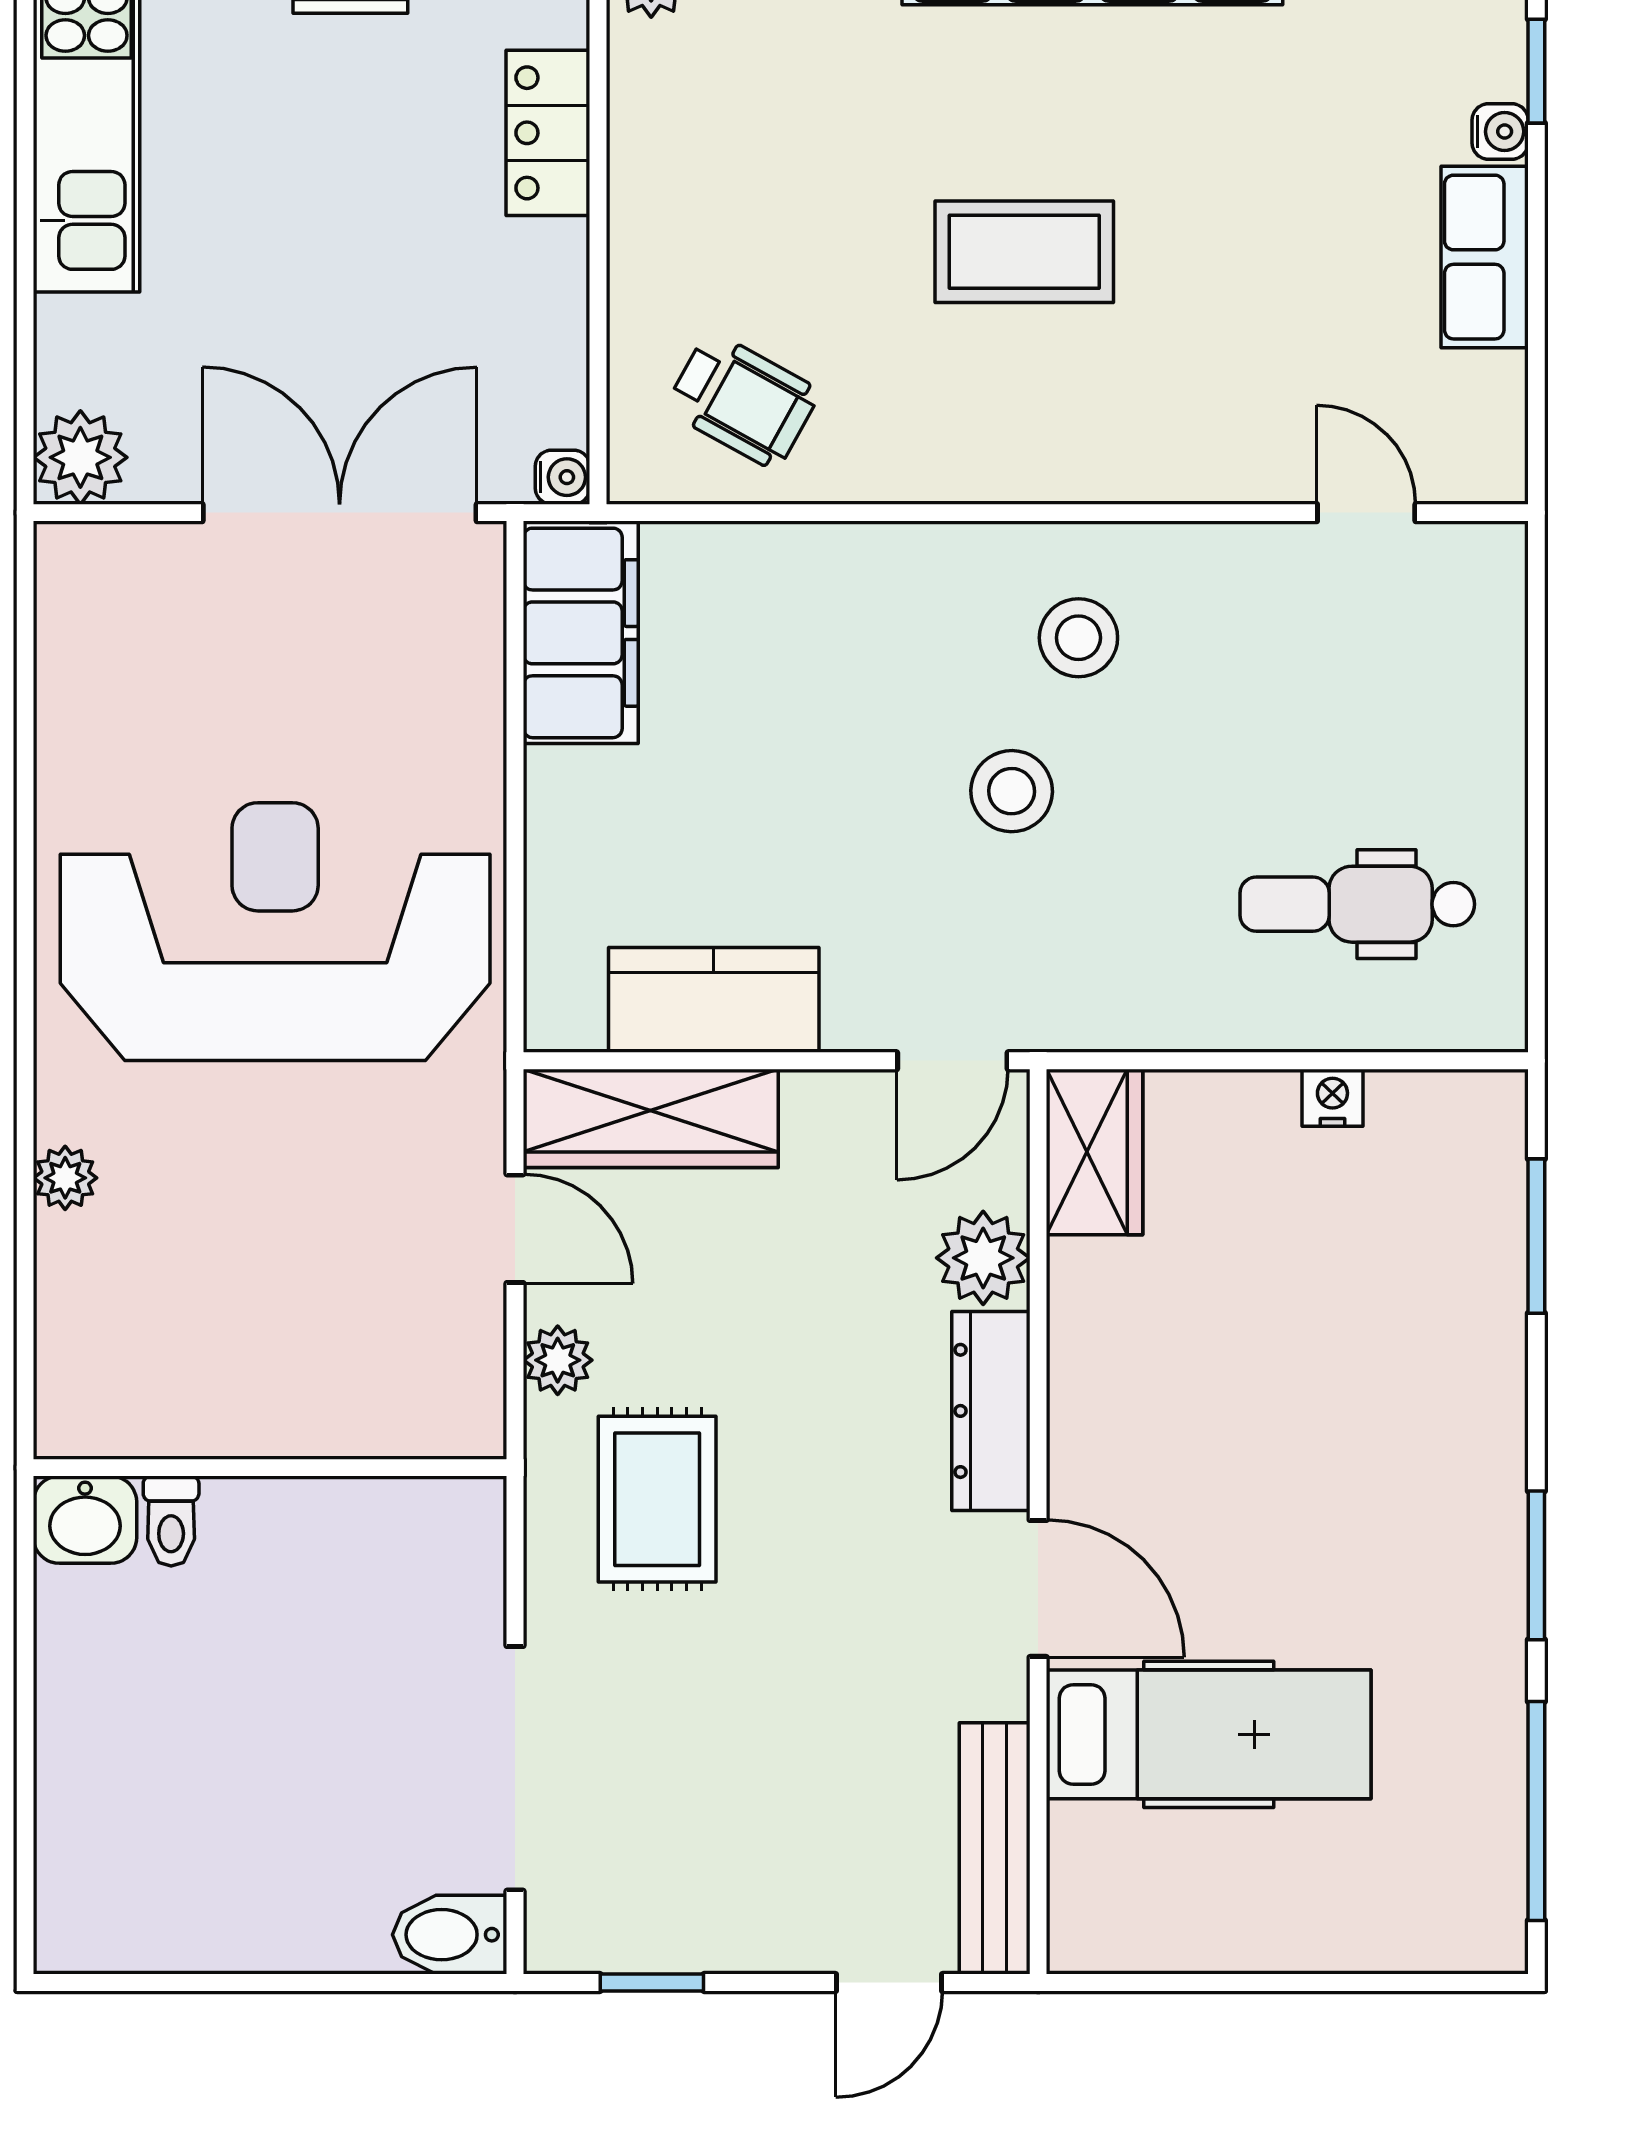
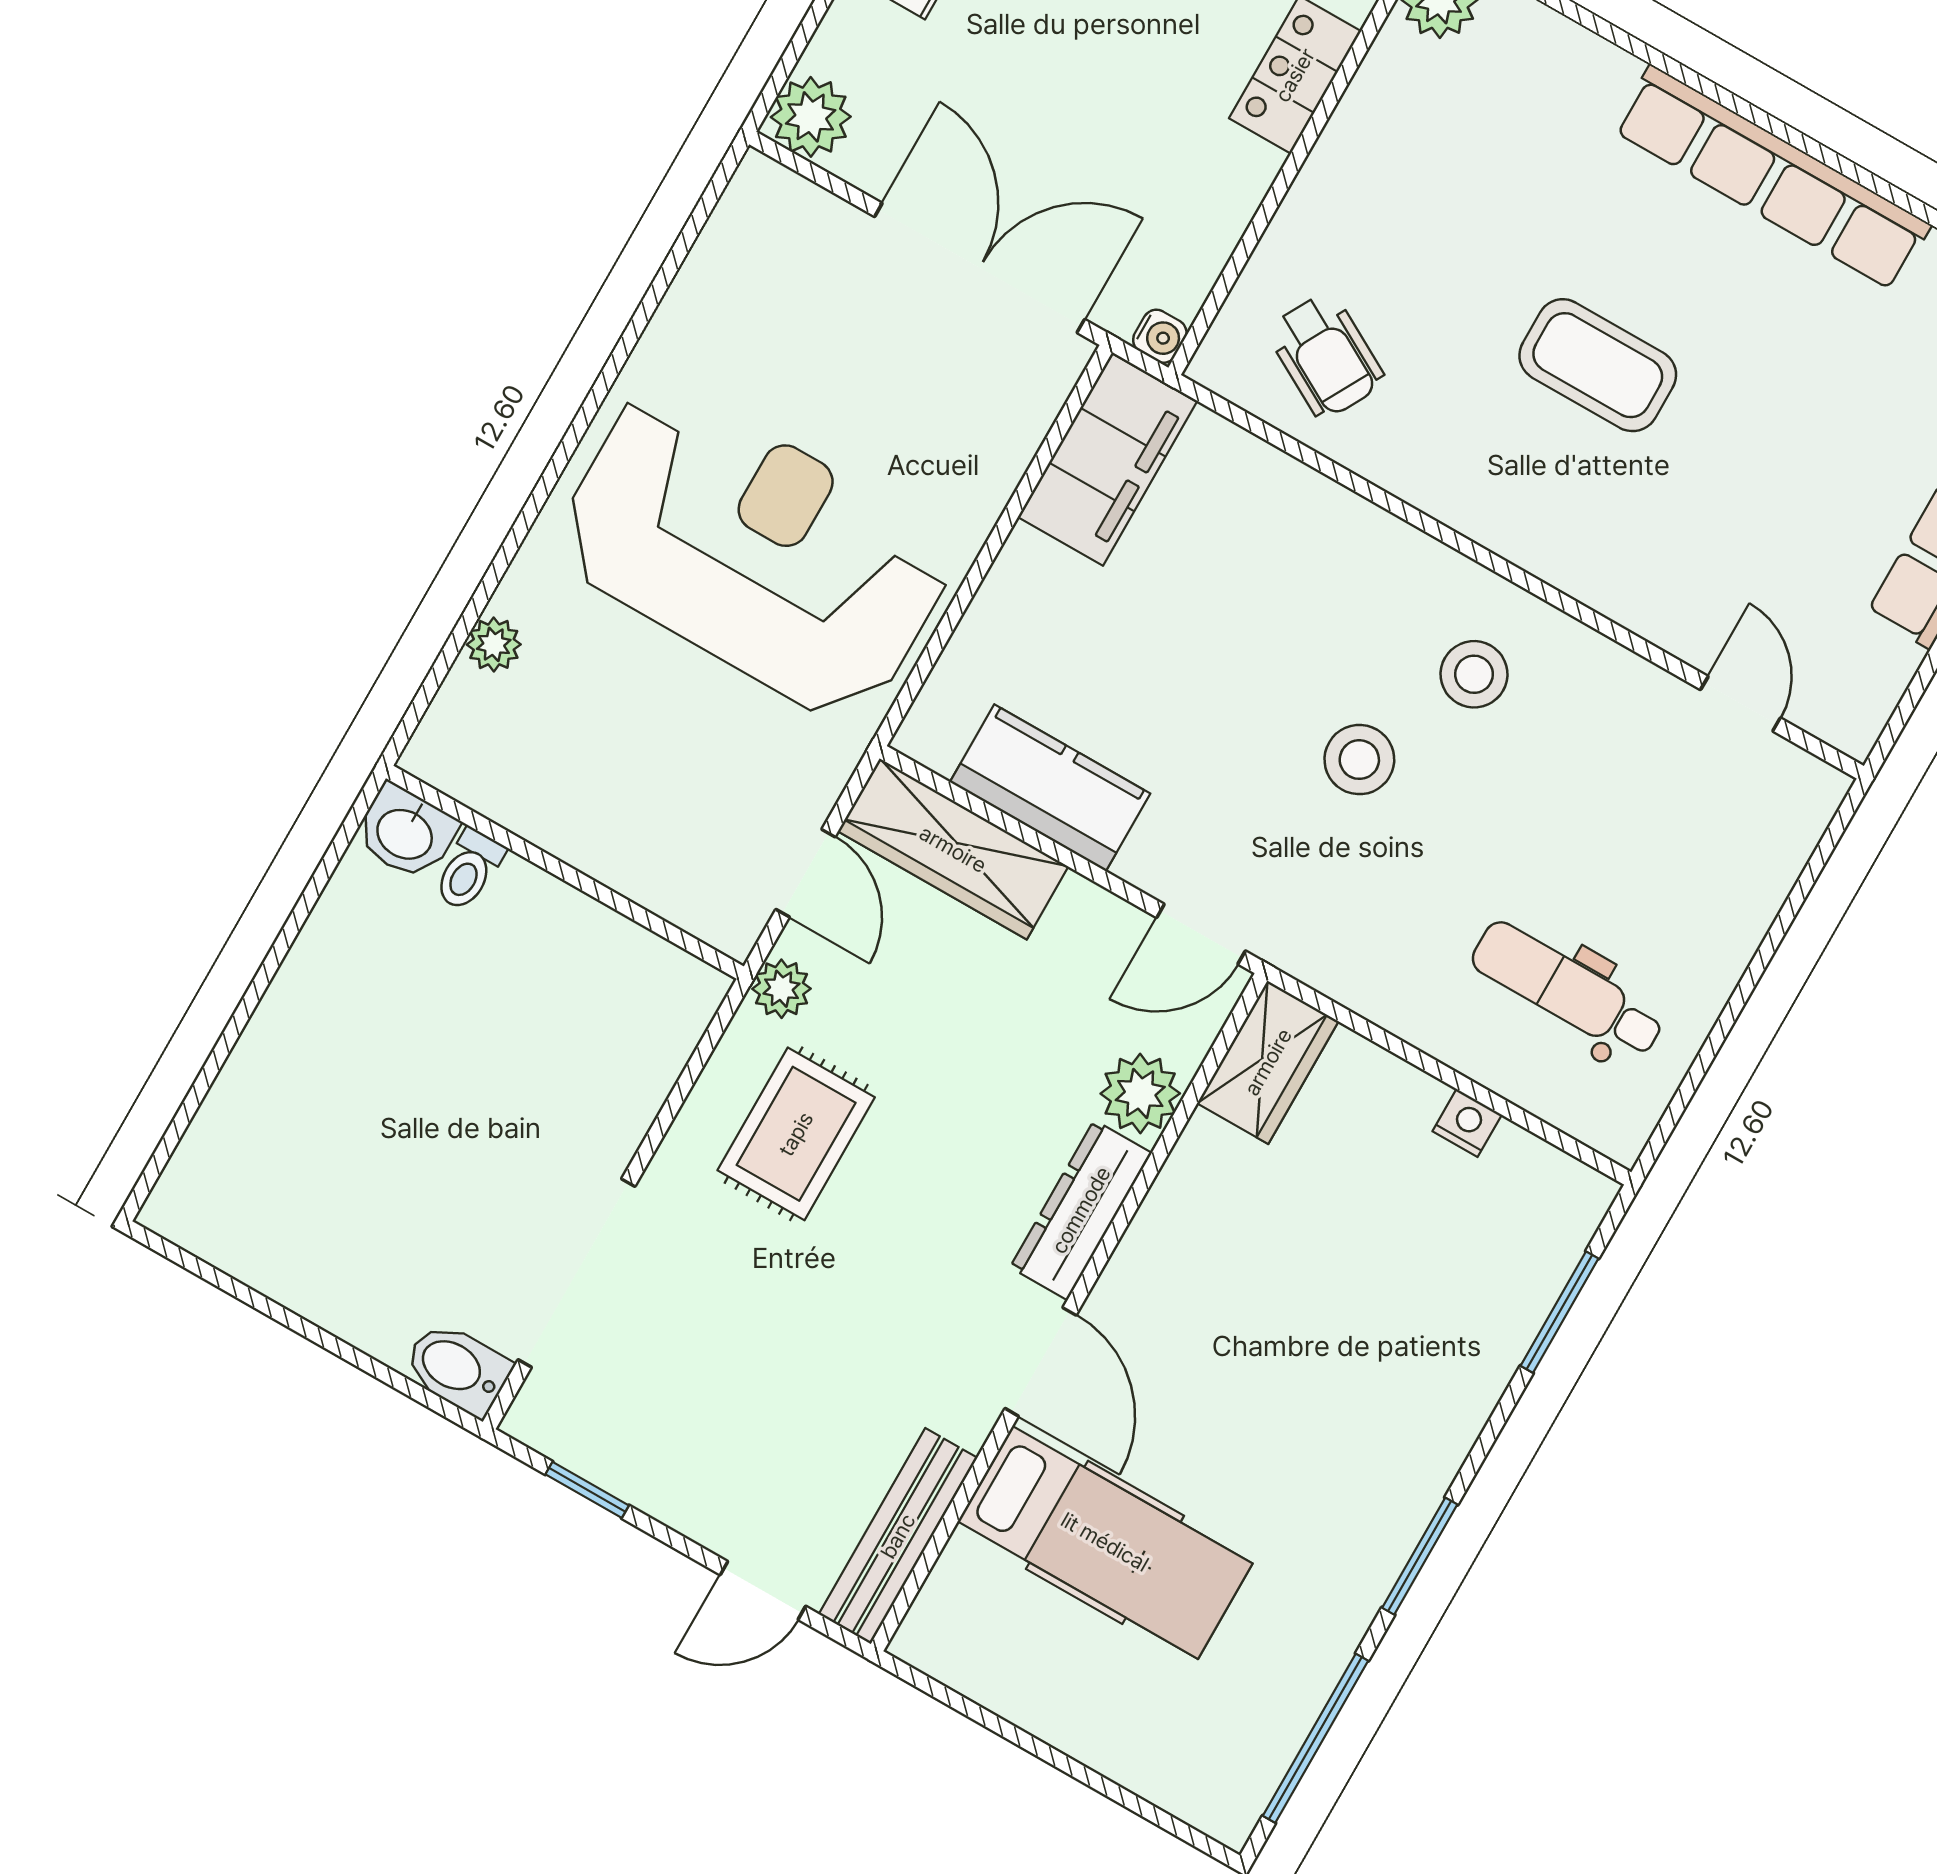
wall: (270, 1468) -> (565, 872), moved
washbasin: (85, 1520) -> (406, 832), moved
toilet: (171, 1521) -> (469, 870), moved

